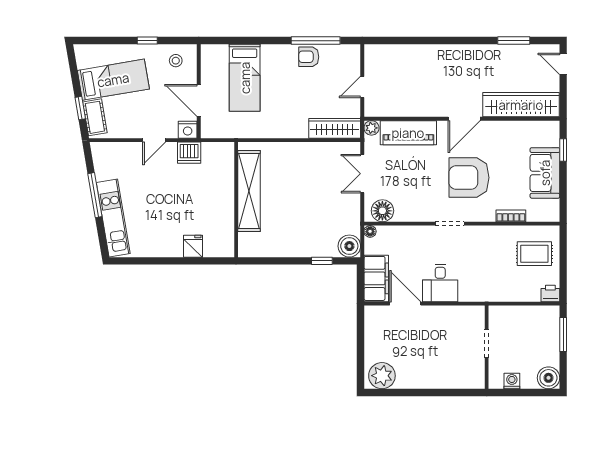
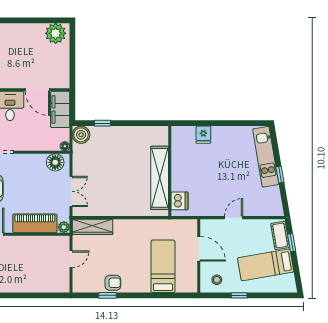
window: (316, 41) -> (108, 295), width x0.46
nightstand: (188, 130) -> (208, 226), removed
dishwasher: (189, 153) -> (179, 201), moved, turned 90
window: (95, 195) -> (280, 175), width x0.46

